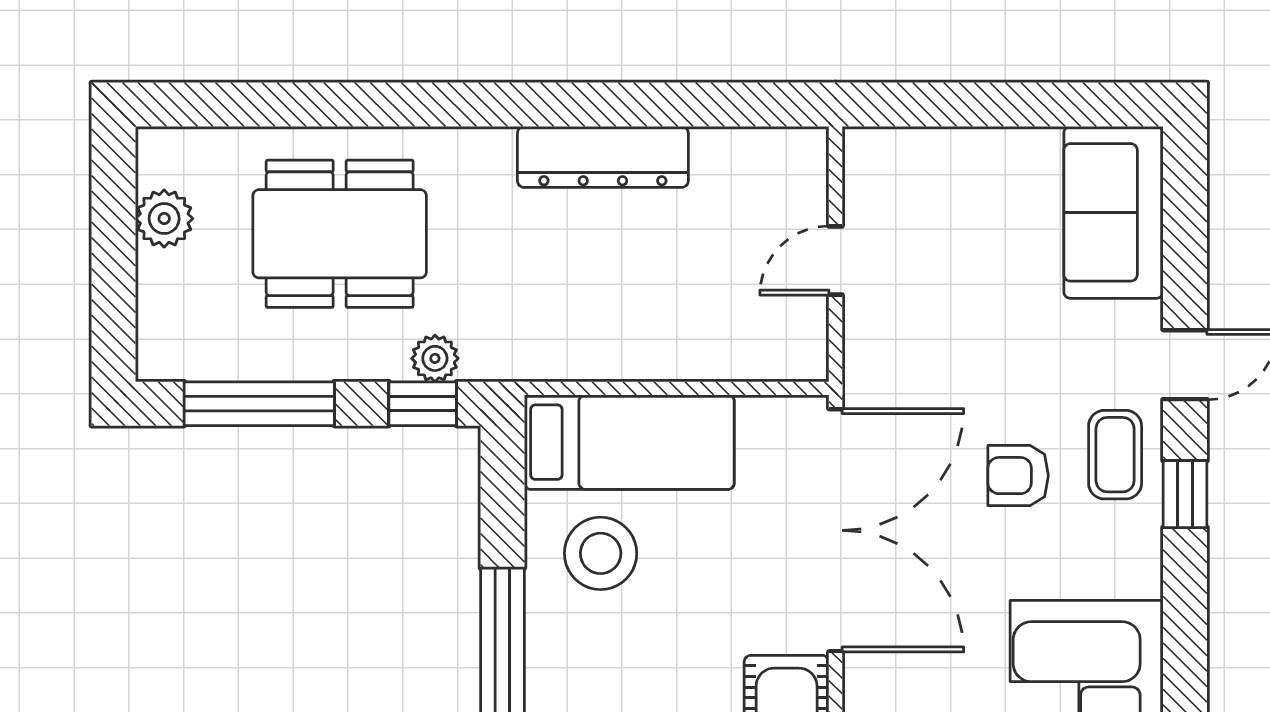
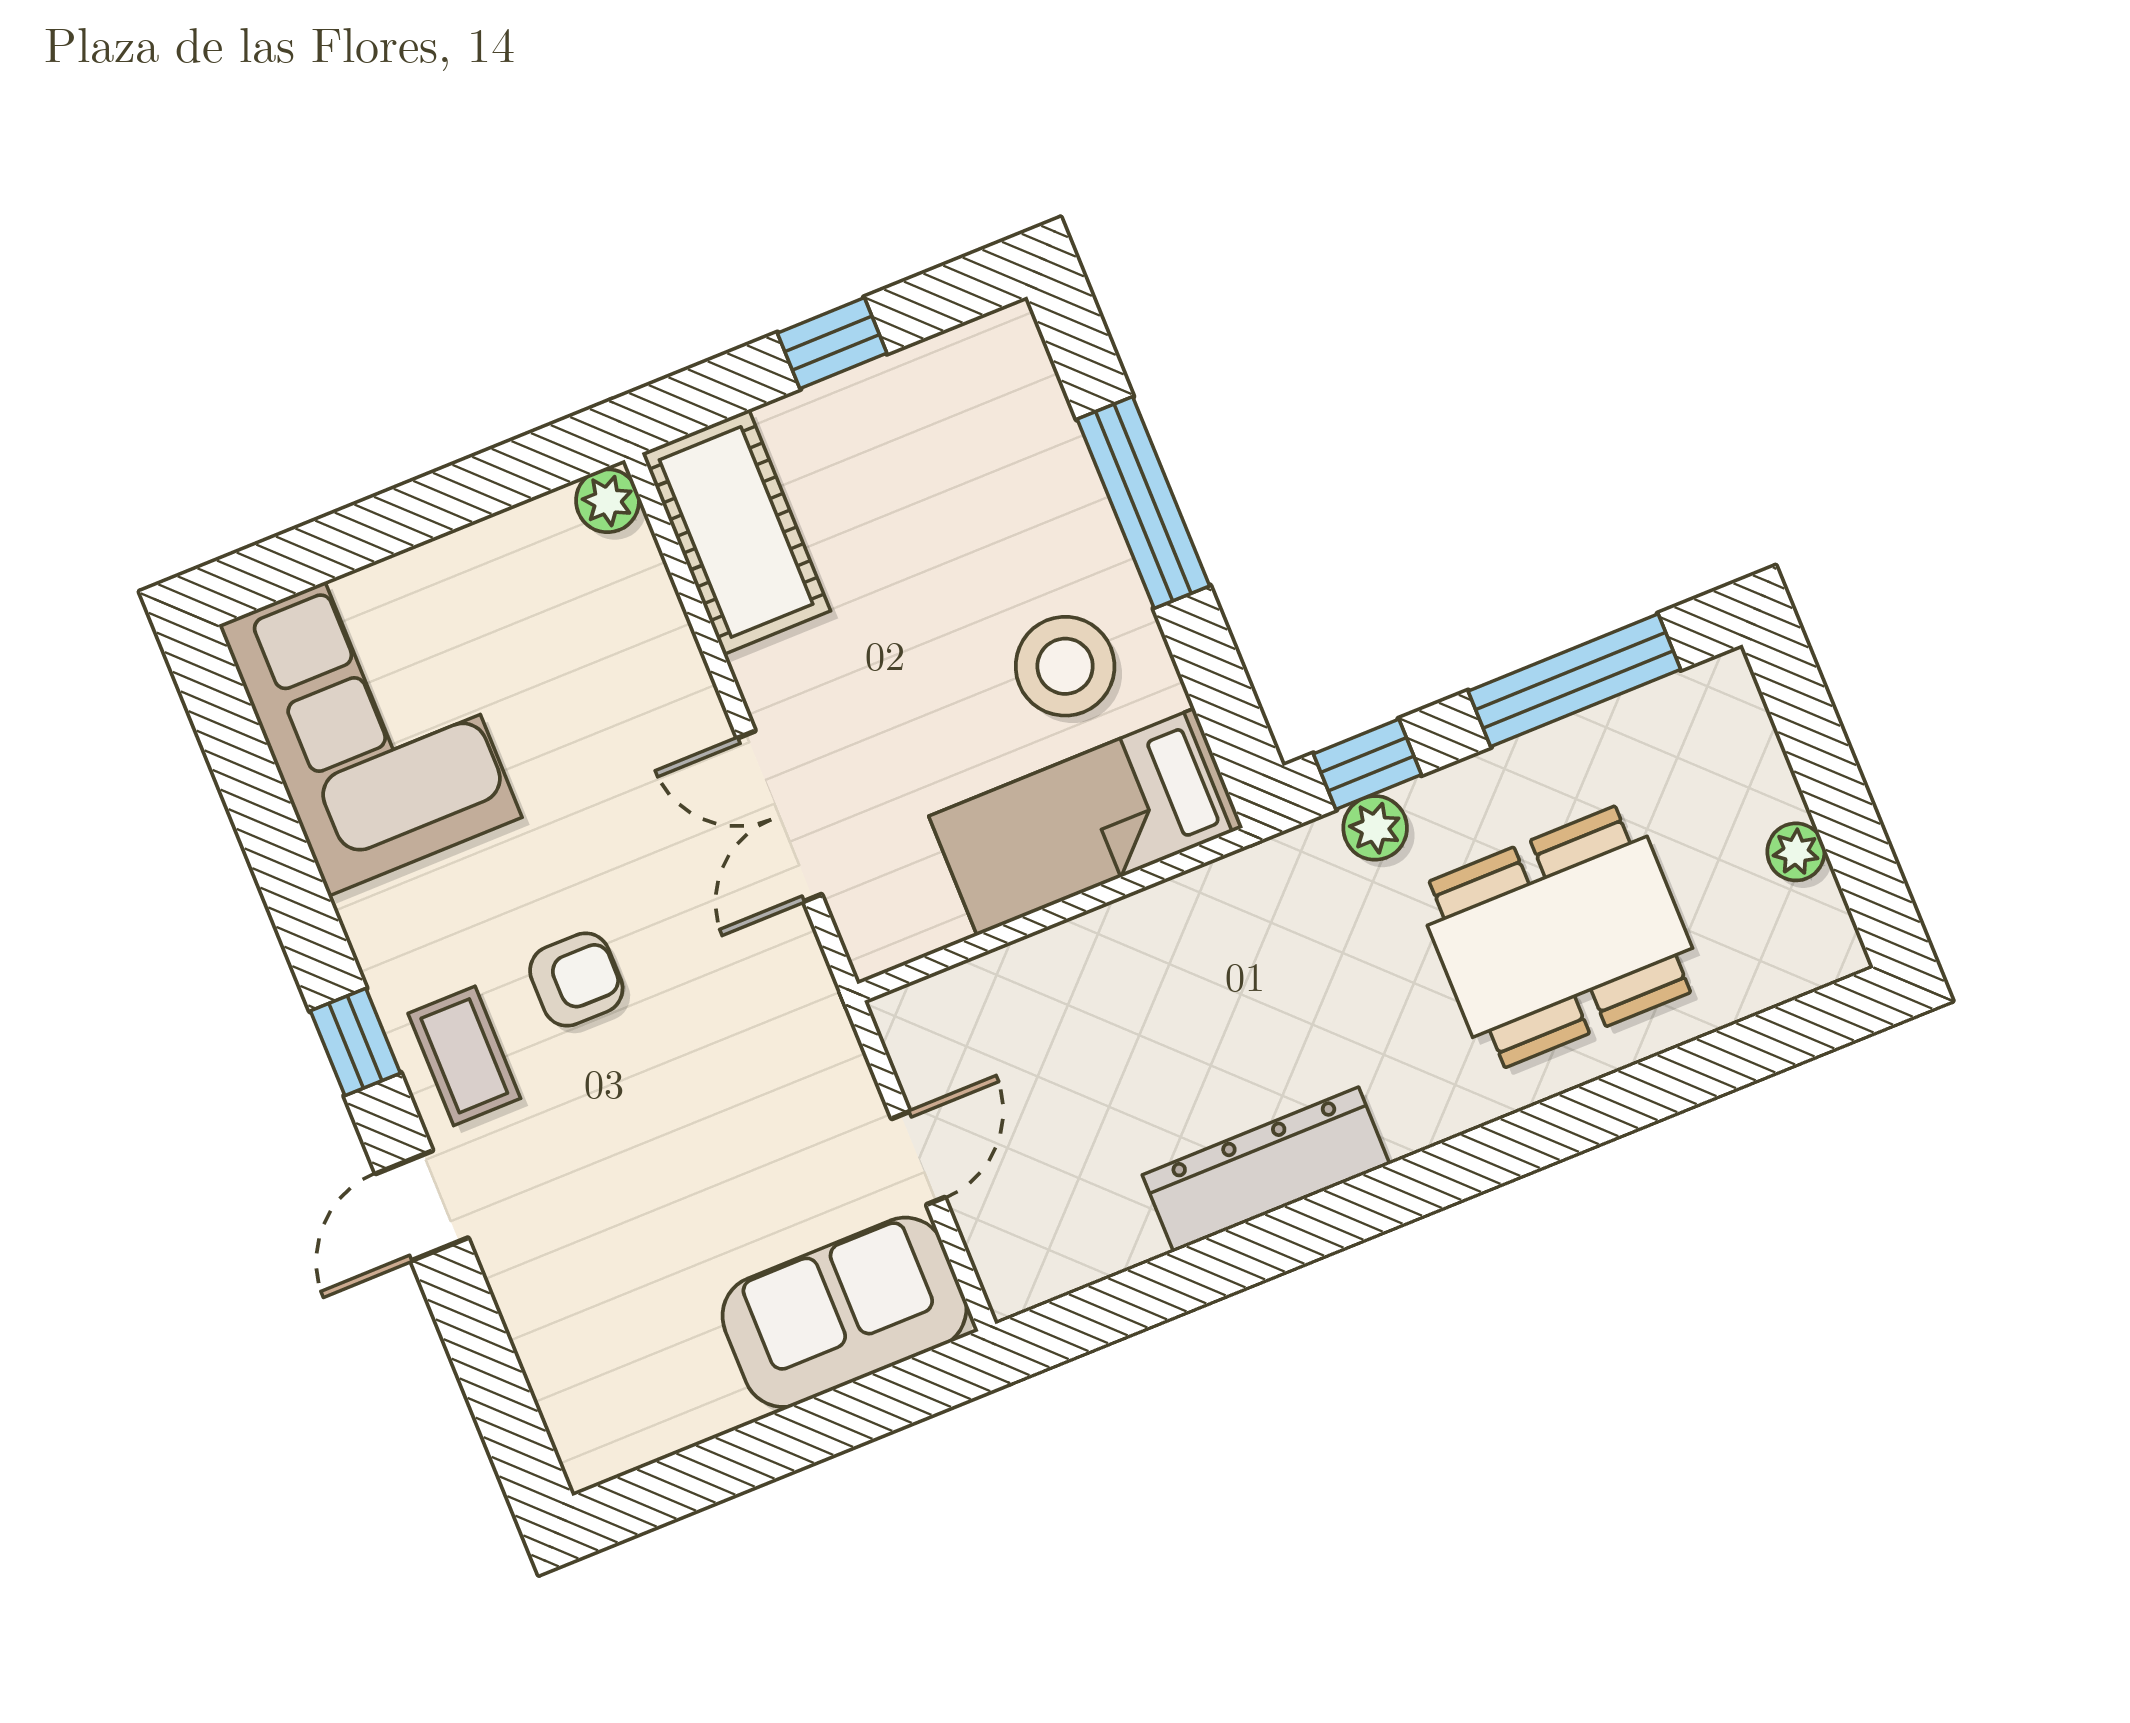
sofa: (1113, 212) -> (844, 1312), moved, turned -90
plant: (164, 219) -> (1796, 852), width x0.73, depth x0.73
double door: (835, 530) -> (779, 816), width x0.54

